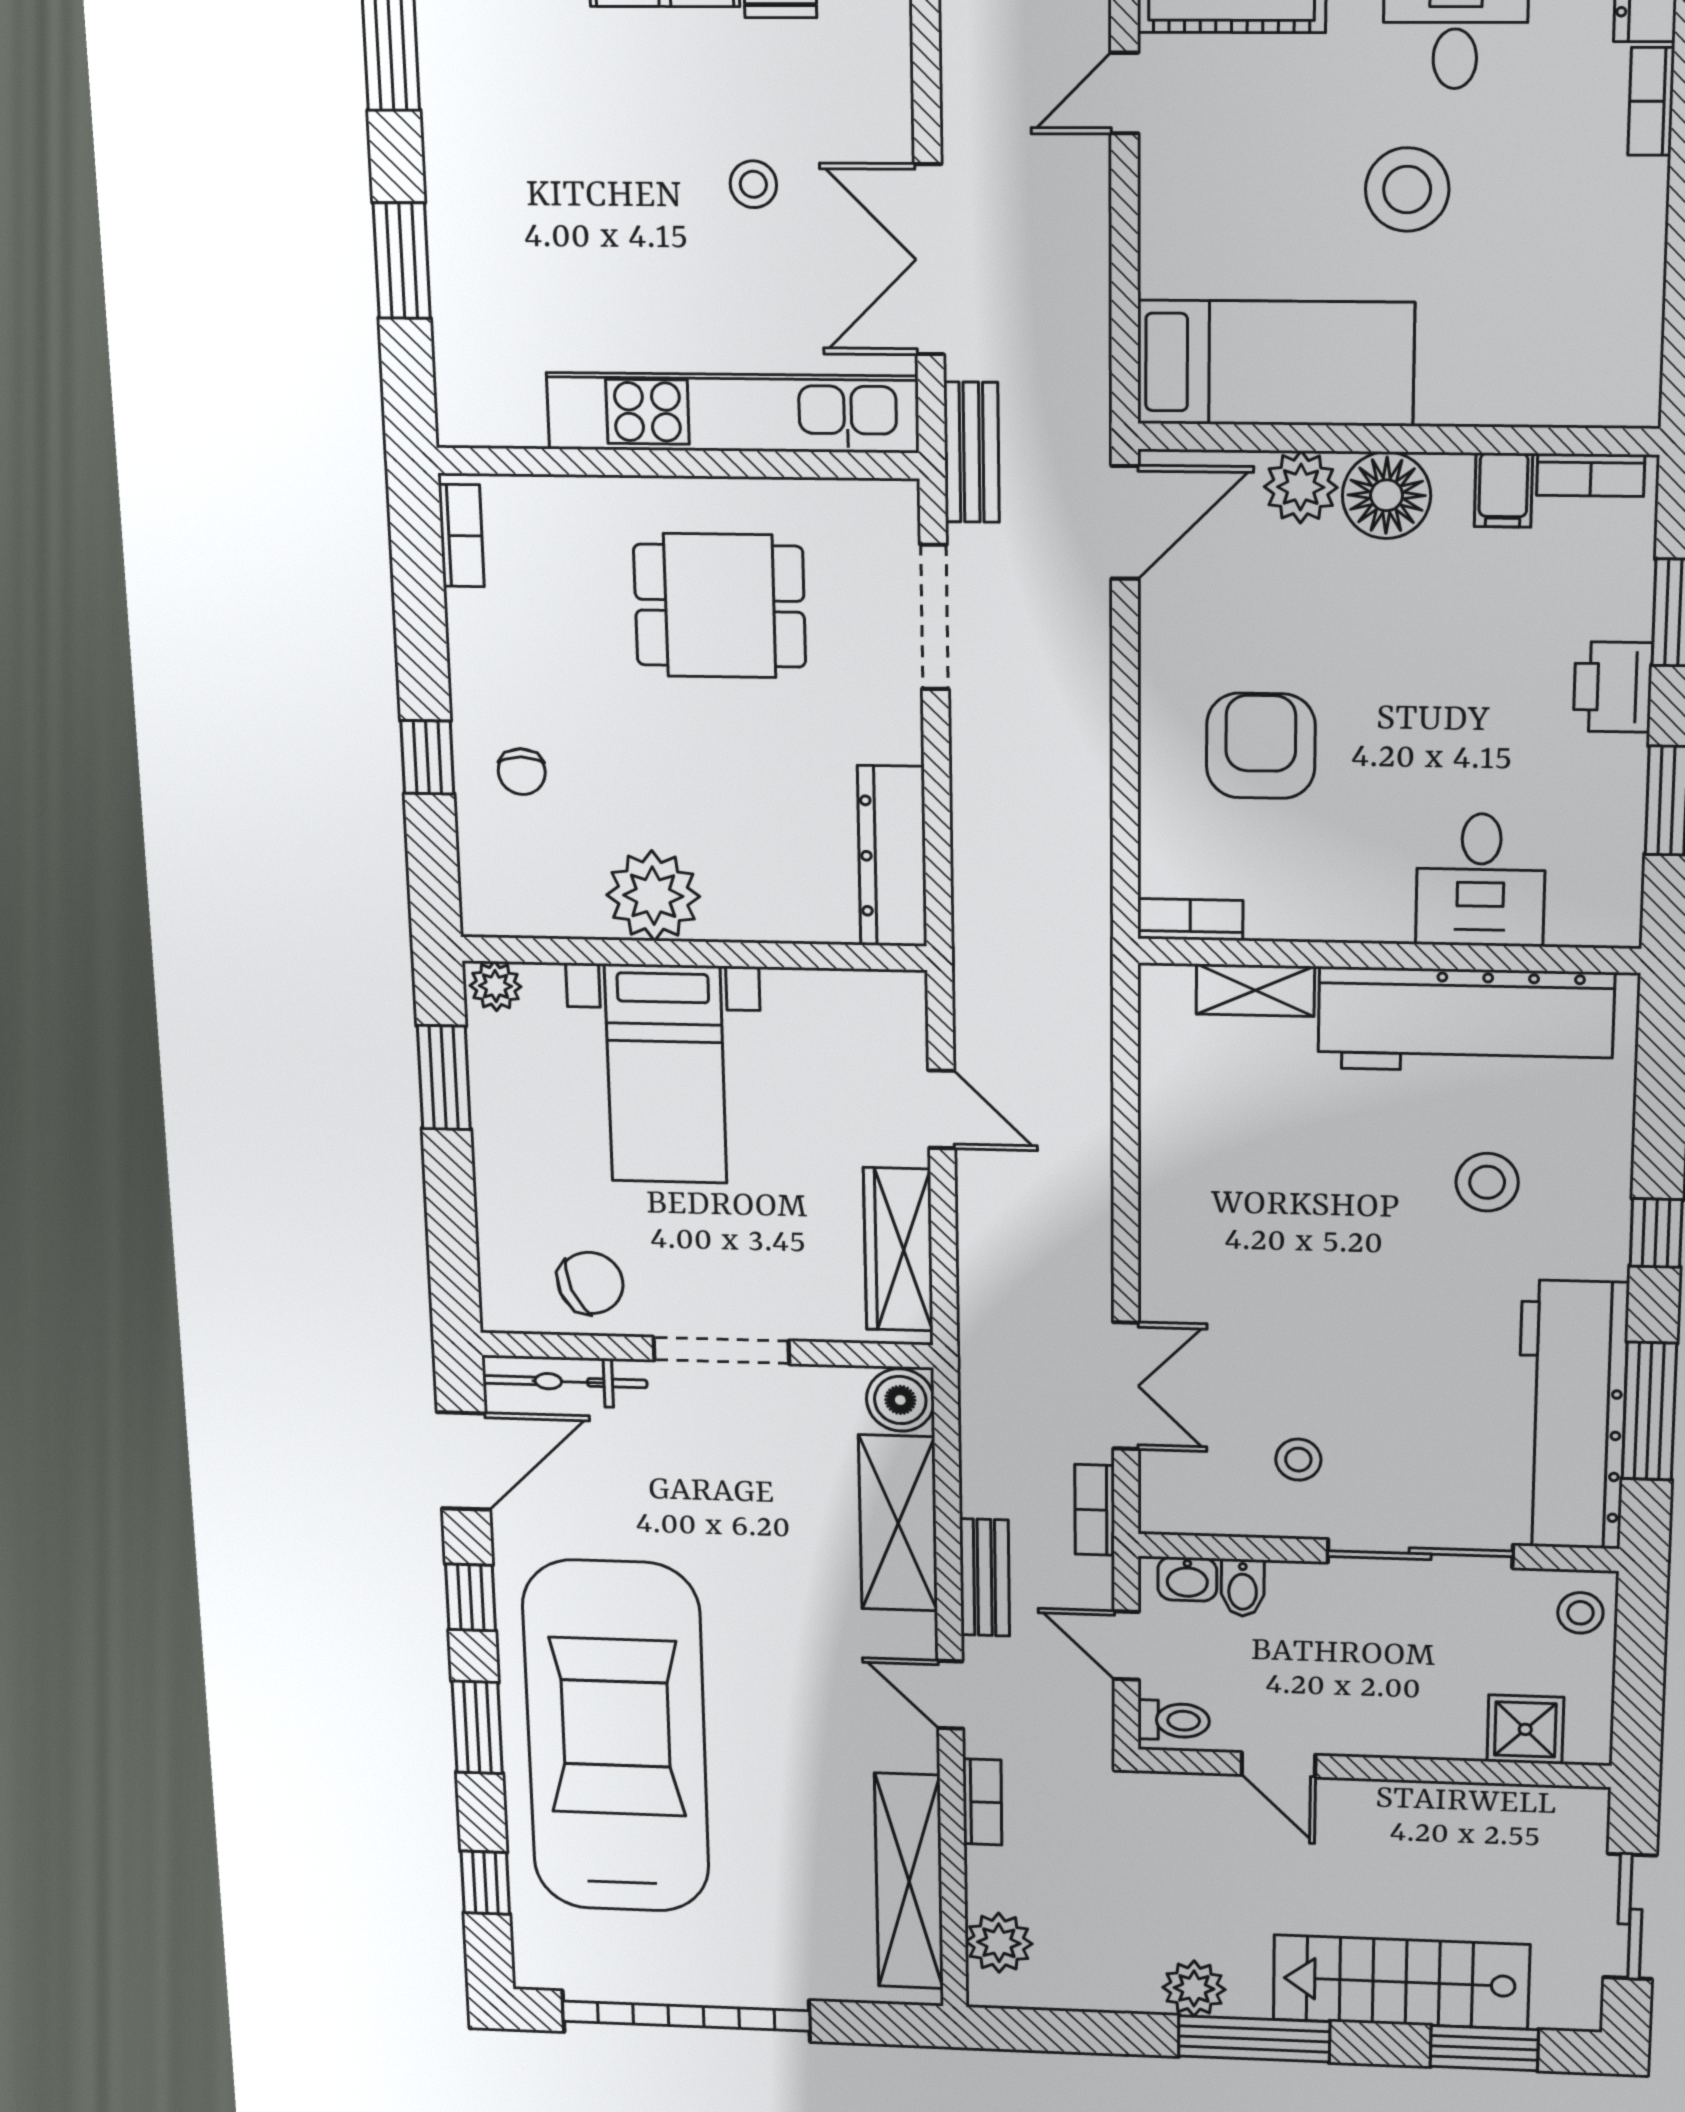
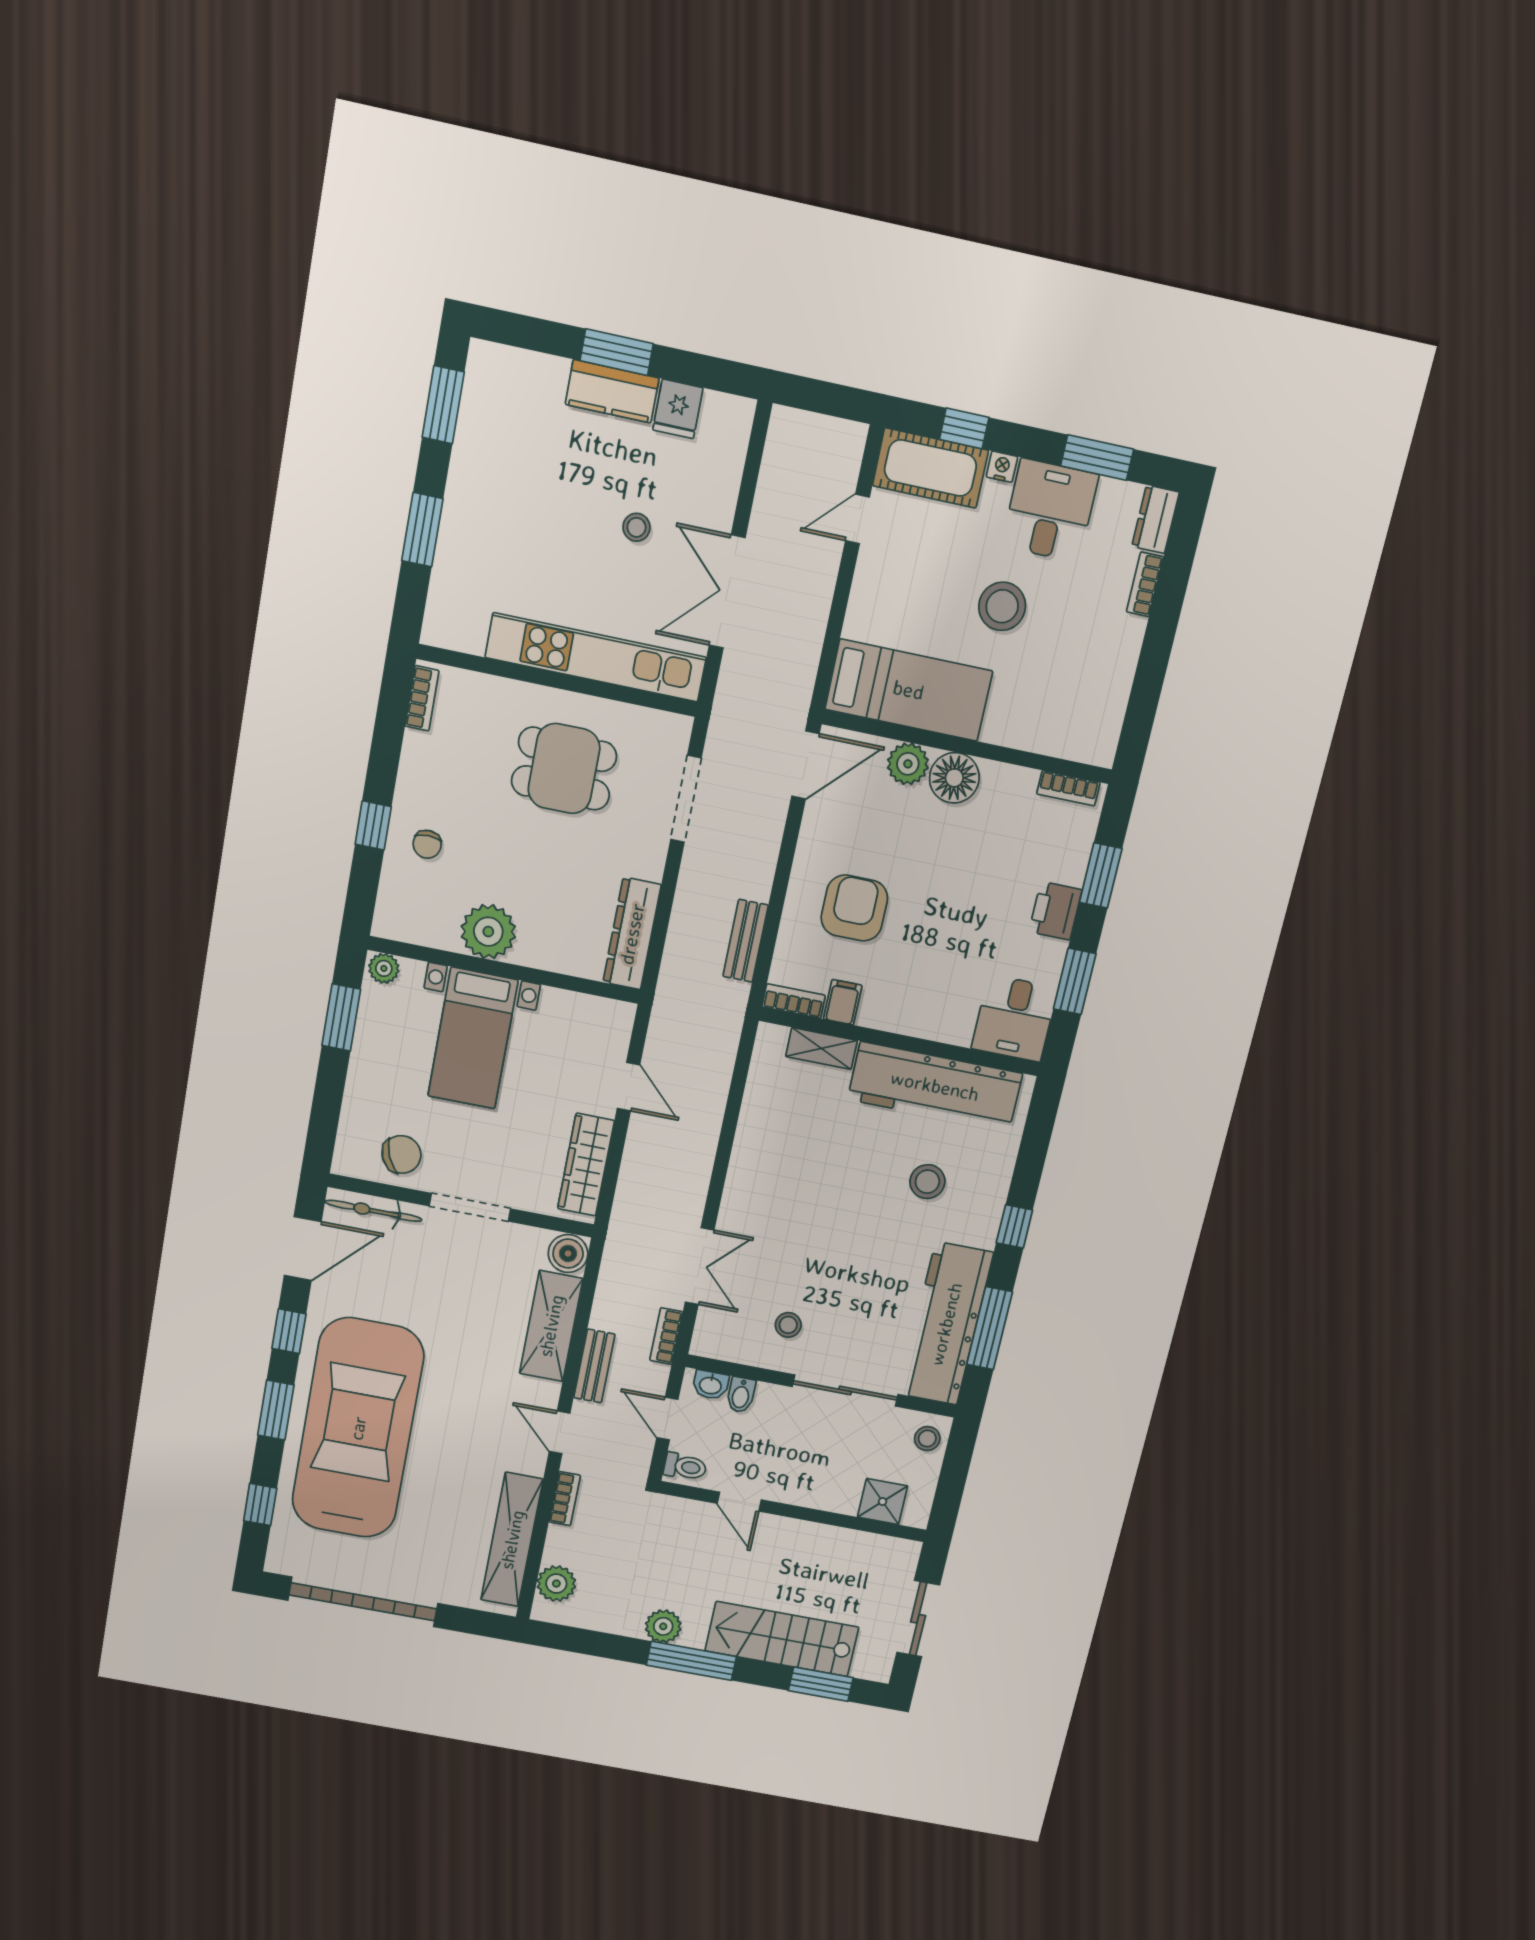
bench: (972, 452) -> (746, 941), moved
filing cabinet: (1503, 490) -> (843, 1002), moved, turned 180
desk: (1481, 880) -> (1014, 1018), moved

